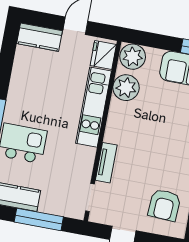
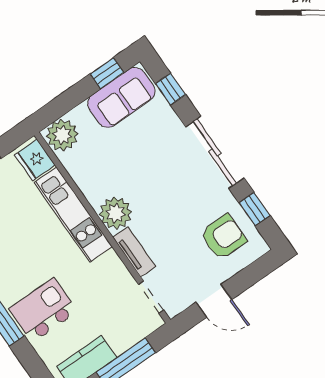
plant: (126, 88) -> (116, 213), moved
armchair: (164, 205) -> (223, 237), turned -93

